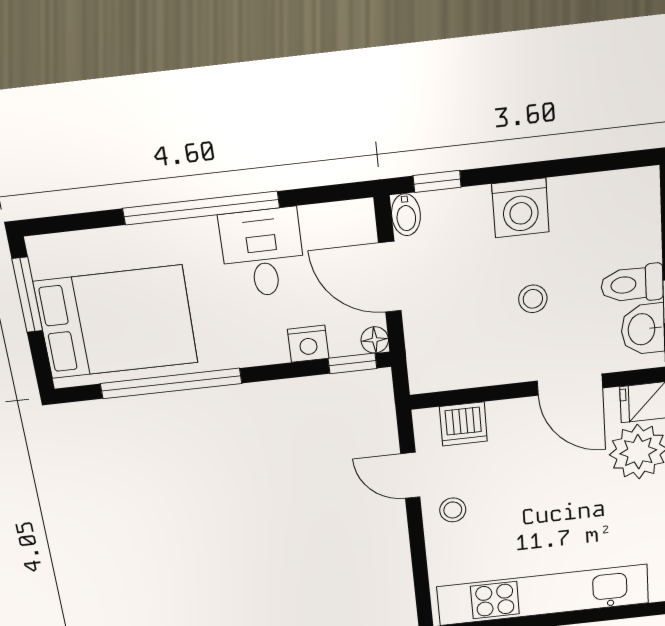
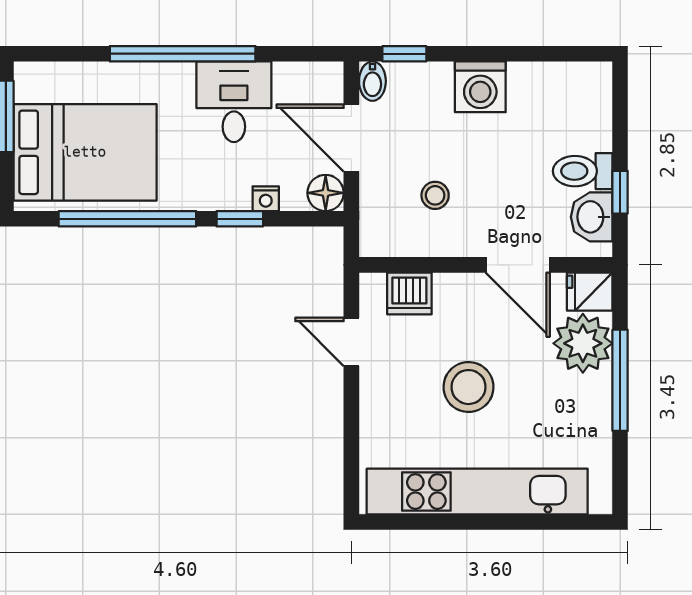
stool: (533, 299) -> (435, 195), moved
floor lamp: (375, 340) -> (326, 193), width x1.37, depth x1.37
nightstand: (308, 344) -> (266, 199), width x0.72, depth x0.74
window: (352, 363) -> (240, 219), moved
stool: (453, 510) -> (468, 387), moved, width x1.89, depth x1.89

